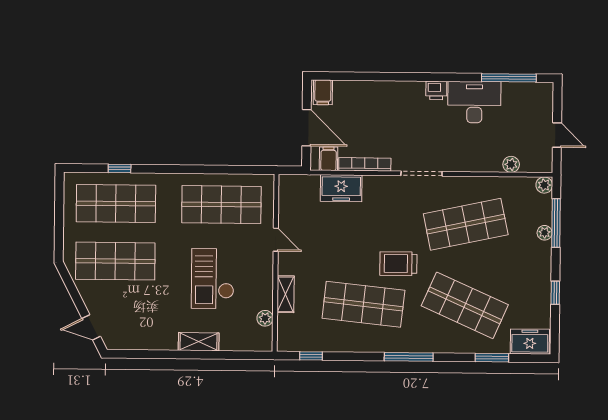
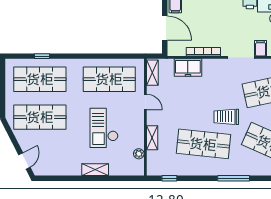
filing cabinet: (328, 159) -> (261, 48), moved
shelving: (287, 195) -> (152, 73), added
door: (91, 327) -> (24, 161), swing flipped

